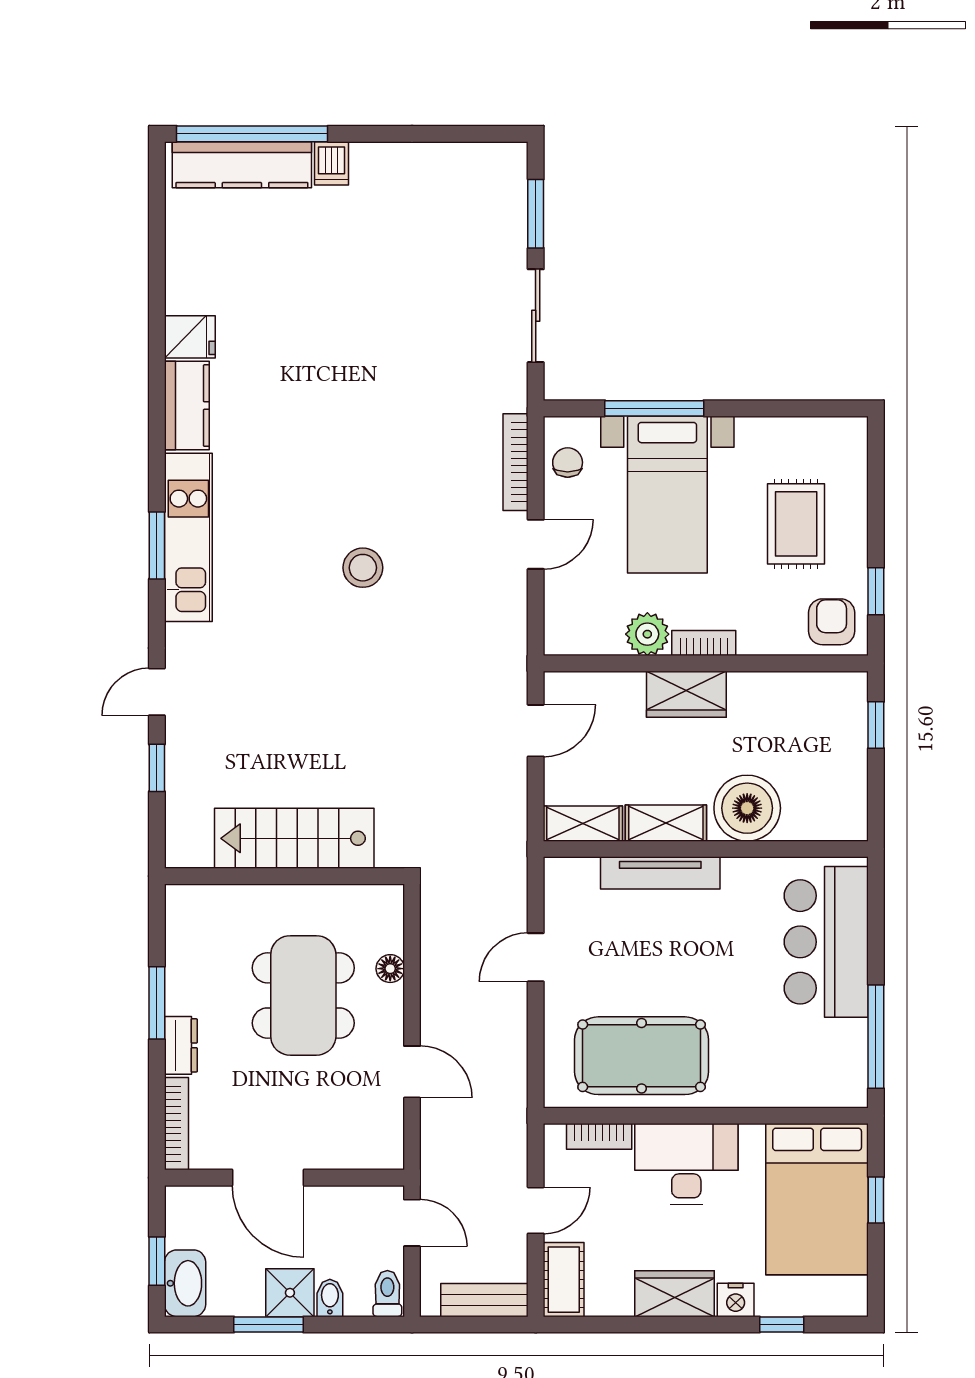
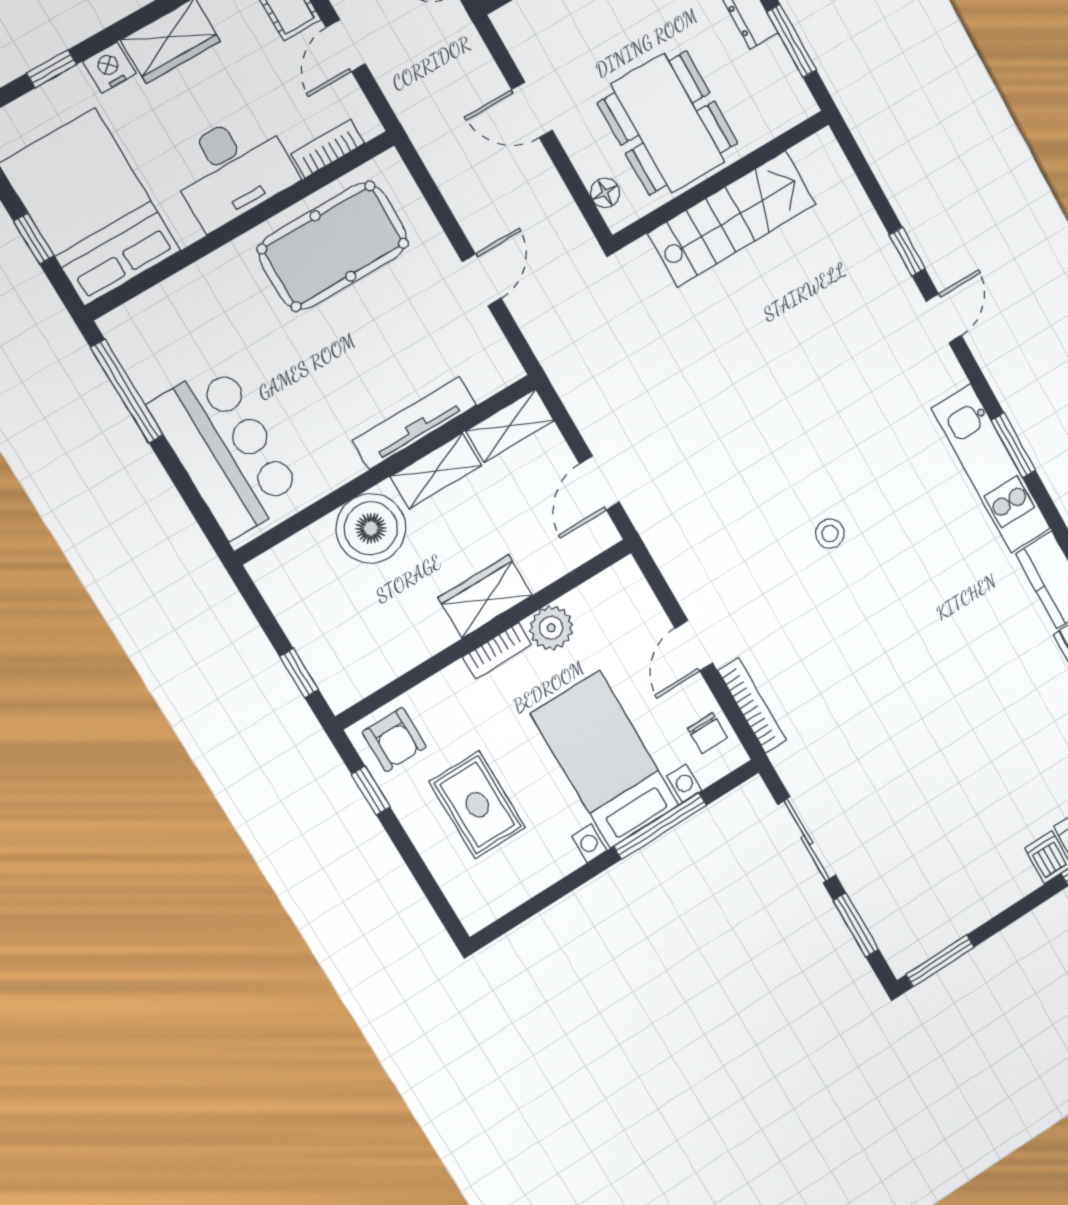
window: (480, 134) -> (940, 961), added
stool: (363, 568) -> (830, 534), width x0.73, depth x0.73
stairs: (294, 838) -> (732, 219), moved
wall: (284, 876) -> (721, 180), moved

